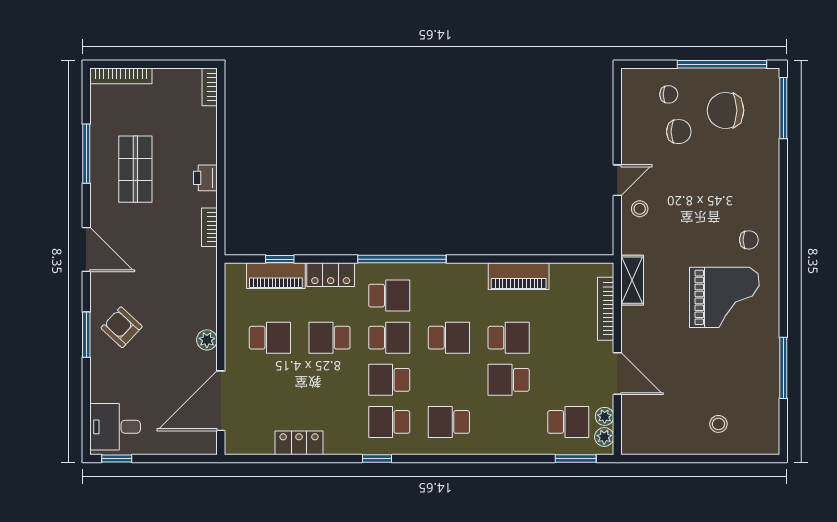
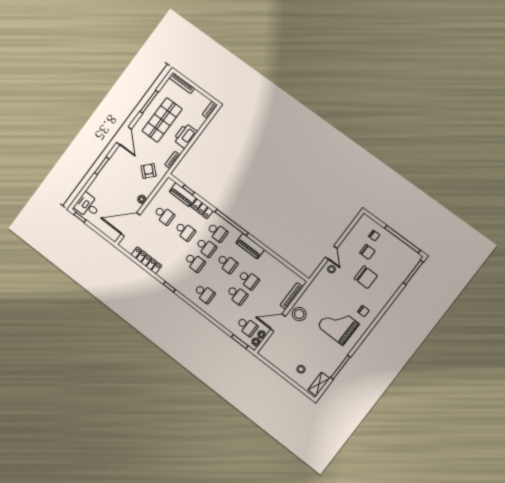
chair: (726, 110) -> (366, 277), moved, turned 180
shop shelf: (135, 169) -> (162, 120), width x1.43, depth x1.36
printer: (205, 178) -> (185, 136), width x1.87, depth x1.48
door: (617, 180) -> (331, 253), hinge flipped
piano: (519, 276) -> (250, 246), moved
shelving: (632, 280) -> (319, 384), moved
grand piano: (724, 297) -> (338, 325), turned 180
armchair: (122, 327) -> (149, 171), moved
stool: (643, 330) -> (299, 314), added
school desk: (330, 338) -> (185, 231), turned 180
door: (617, 374) -> (278, 323), swing flipped
school desk: (389, 380) -> (195, 262), turned 180
school desk: (509, 380) -> (237, 295), turned 180
school desk: (389, 422) -> (183, 277), removed
school desk: (449, 422) -> (204, 293), turned 180
locker: (299, 443) -> (146, 260), width x1.53

